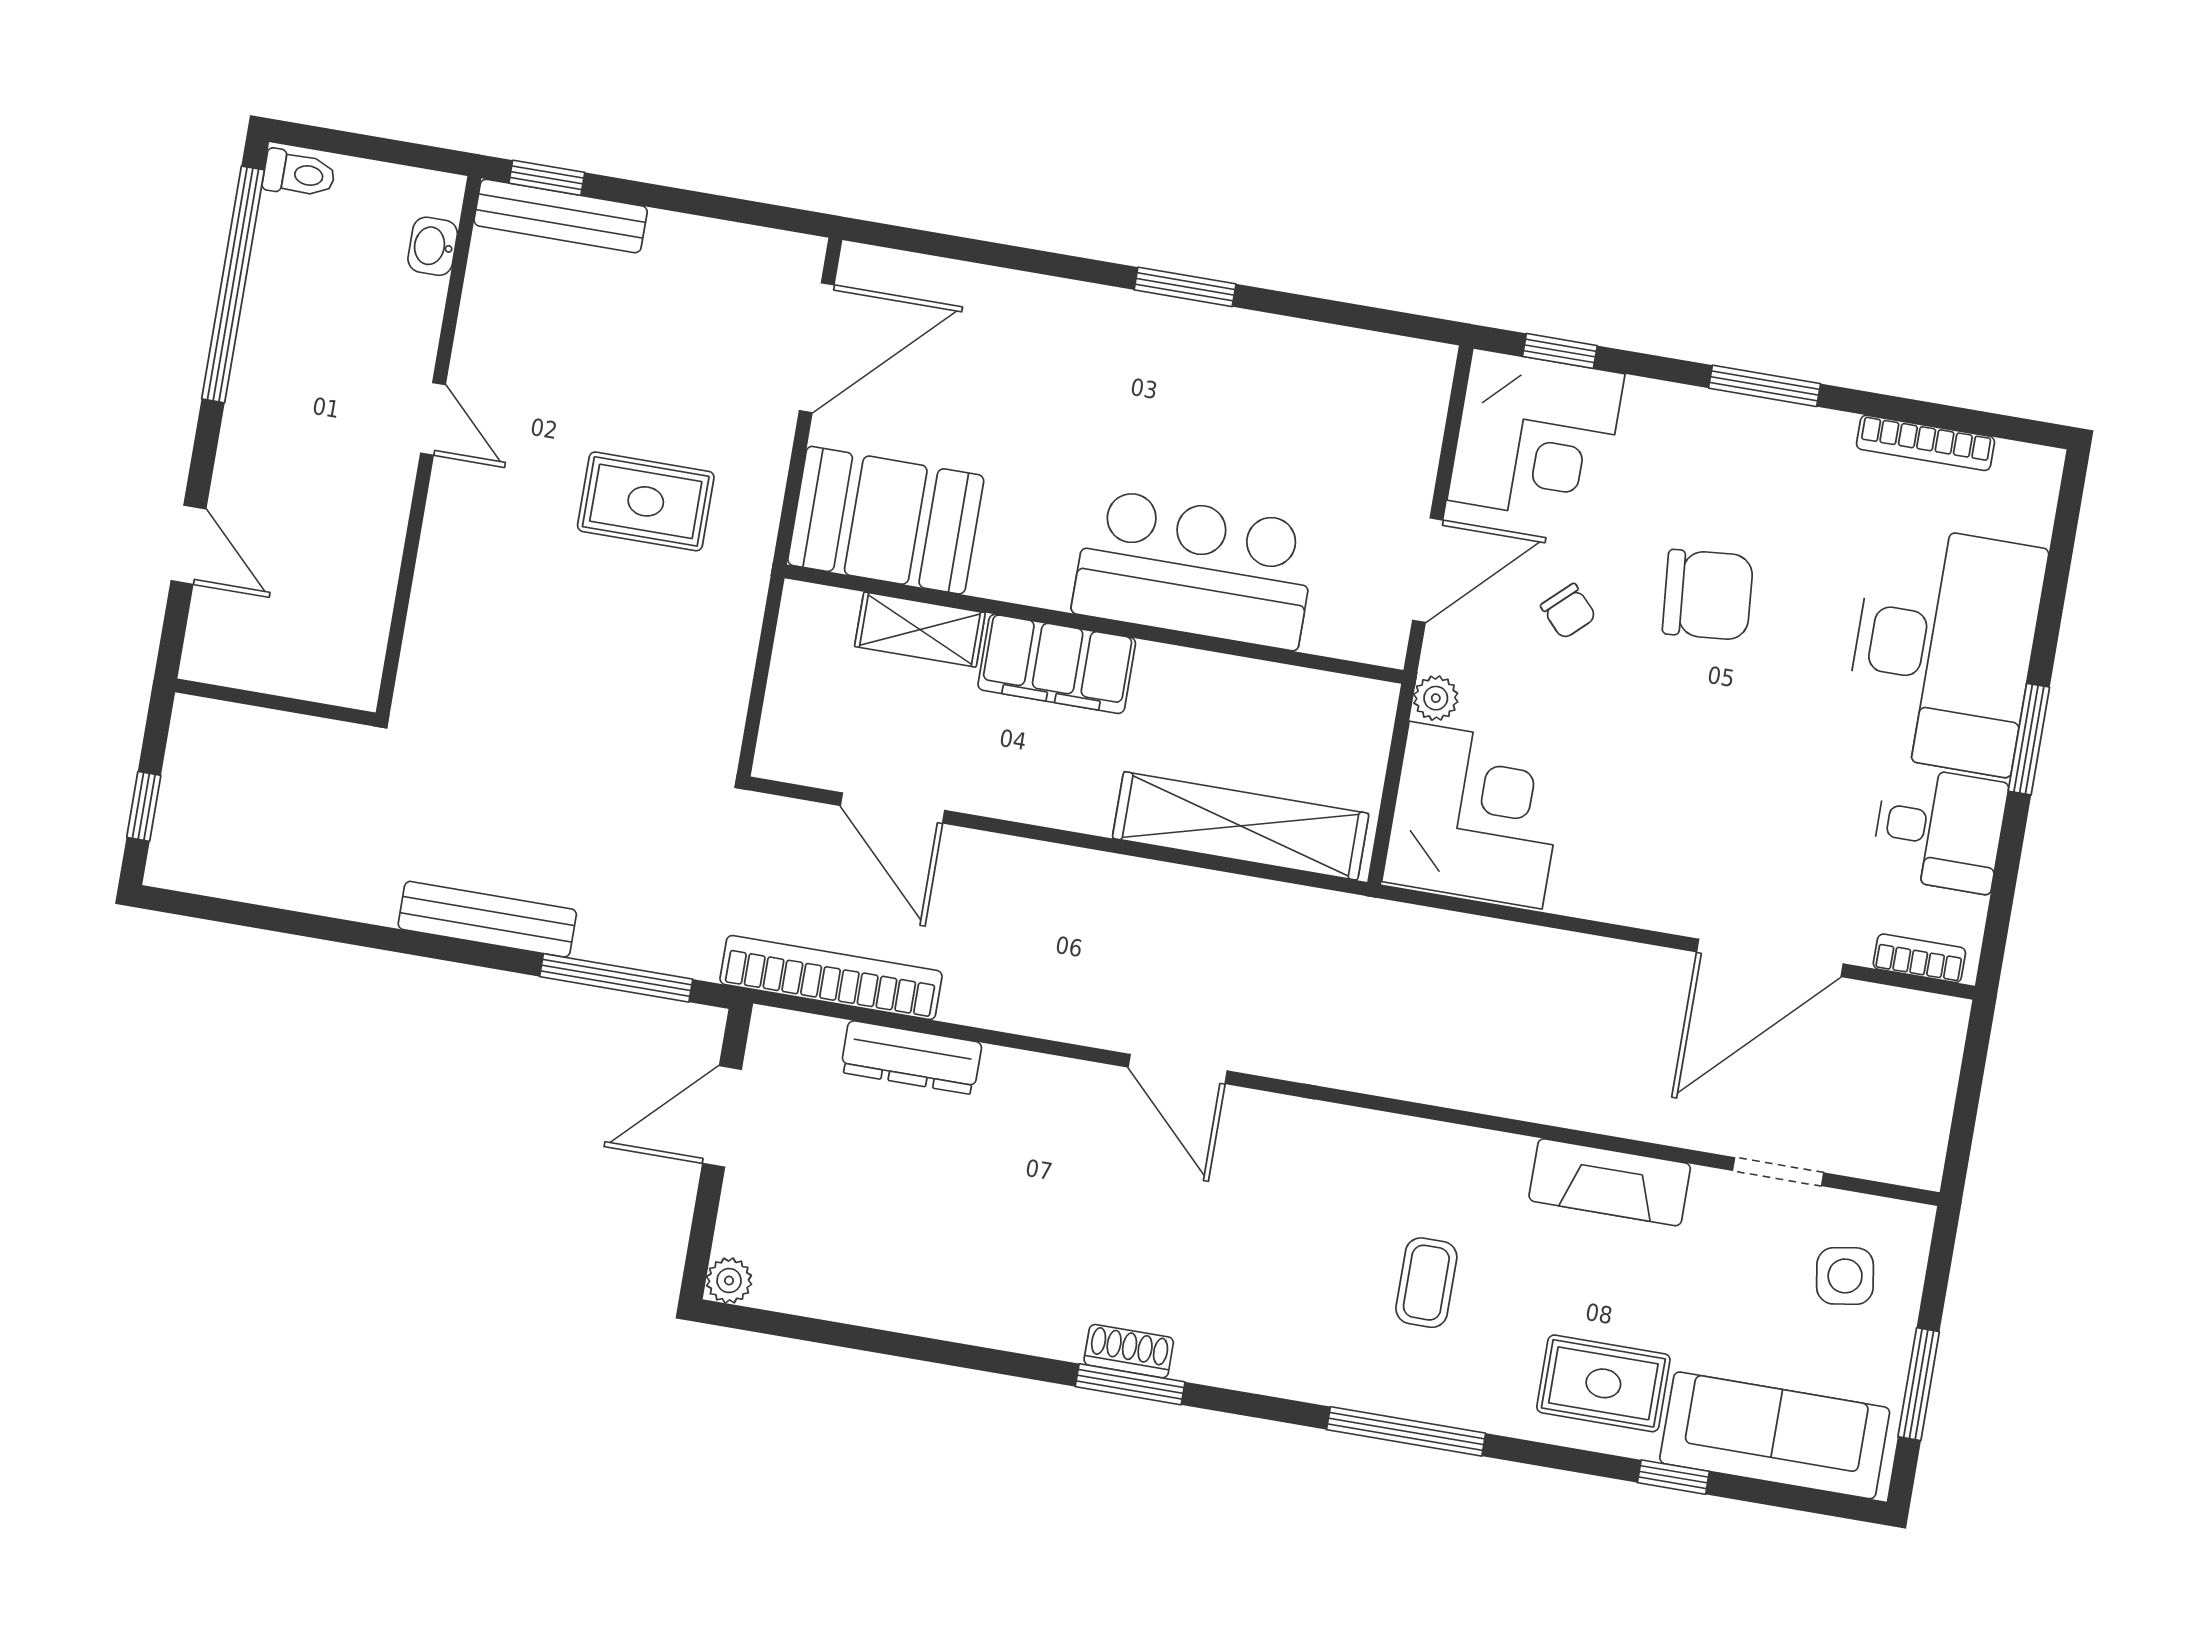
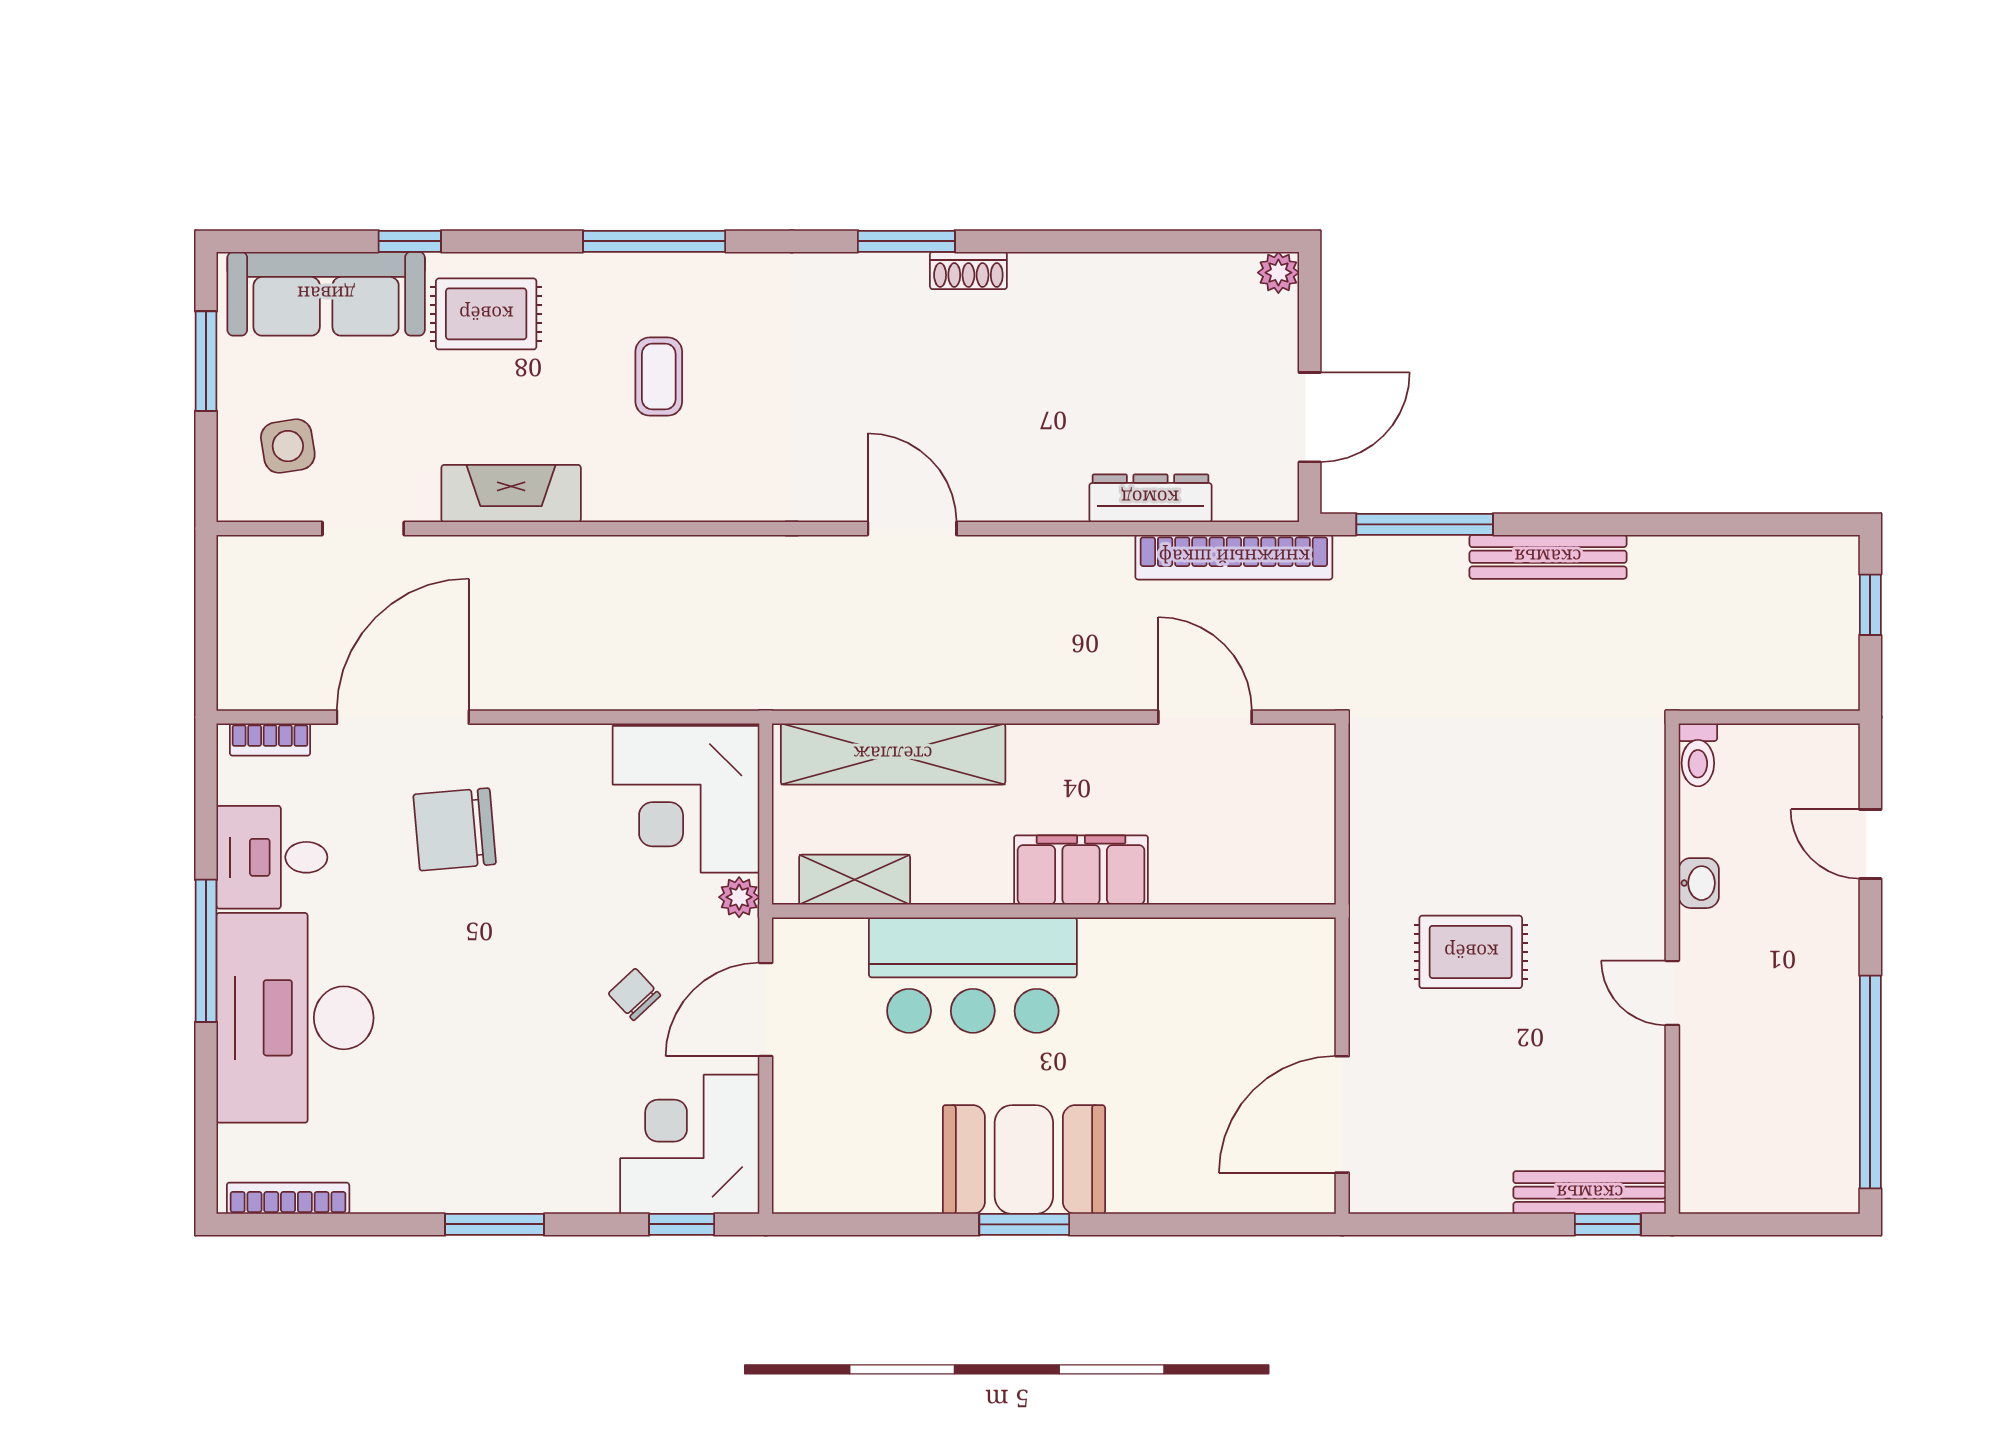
toilet: (299, 174) -> (1698, 755), moved, turned -90
washbasin: (433, 246) -> (1699, 883), moved
bookcase: (1925, 443) -> (288, 1198), moved
booth: (886, 520) -> (1024, 1159), moved
chair: (1708, 595) -> (455, 829), moved
shelving: (920, 630) -> (855, 880), moved
window: (2029, 739) -> (206, 951), width x1.44
shoe rack: (1129, 1351) -> (968, 270), moved

